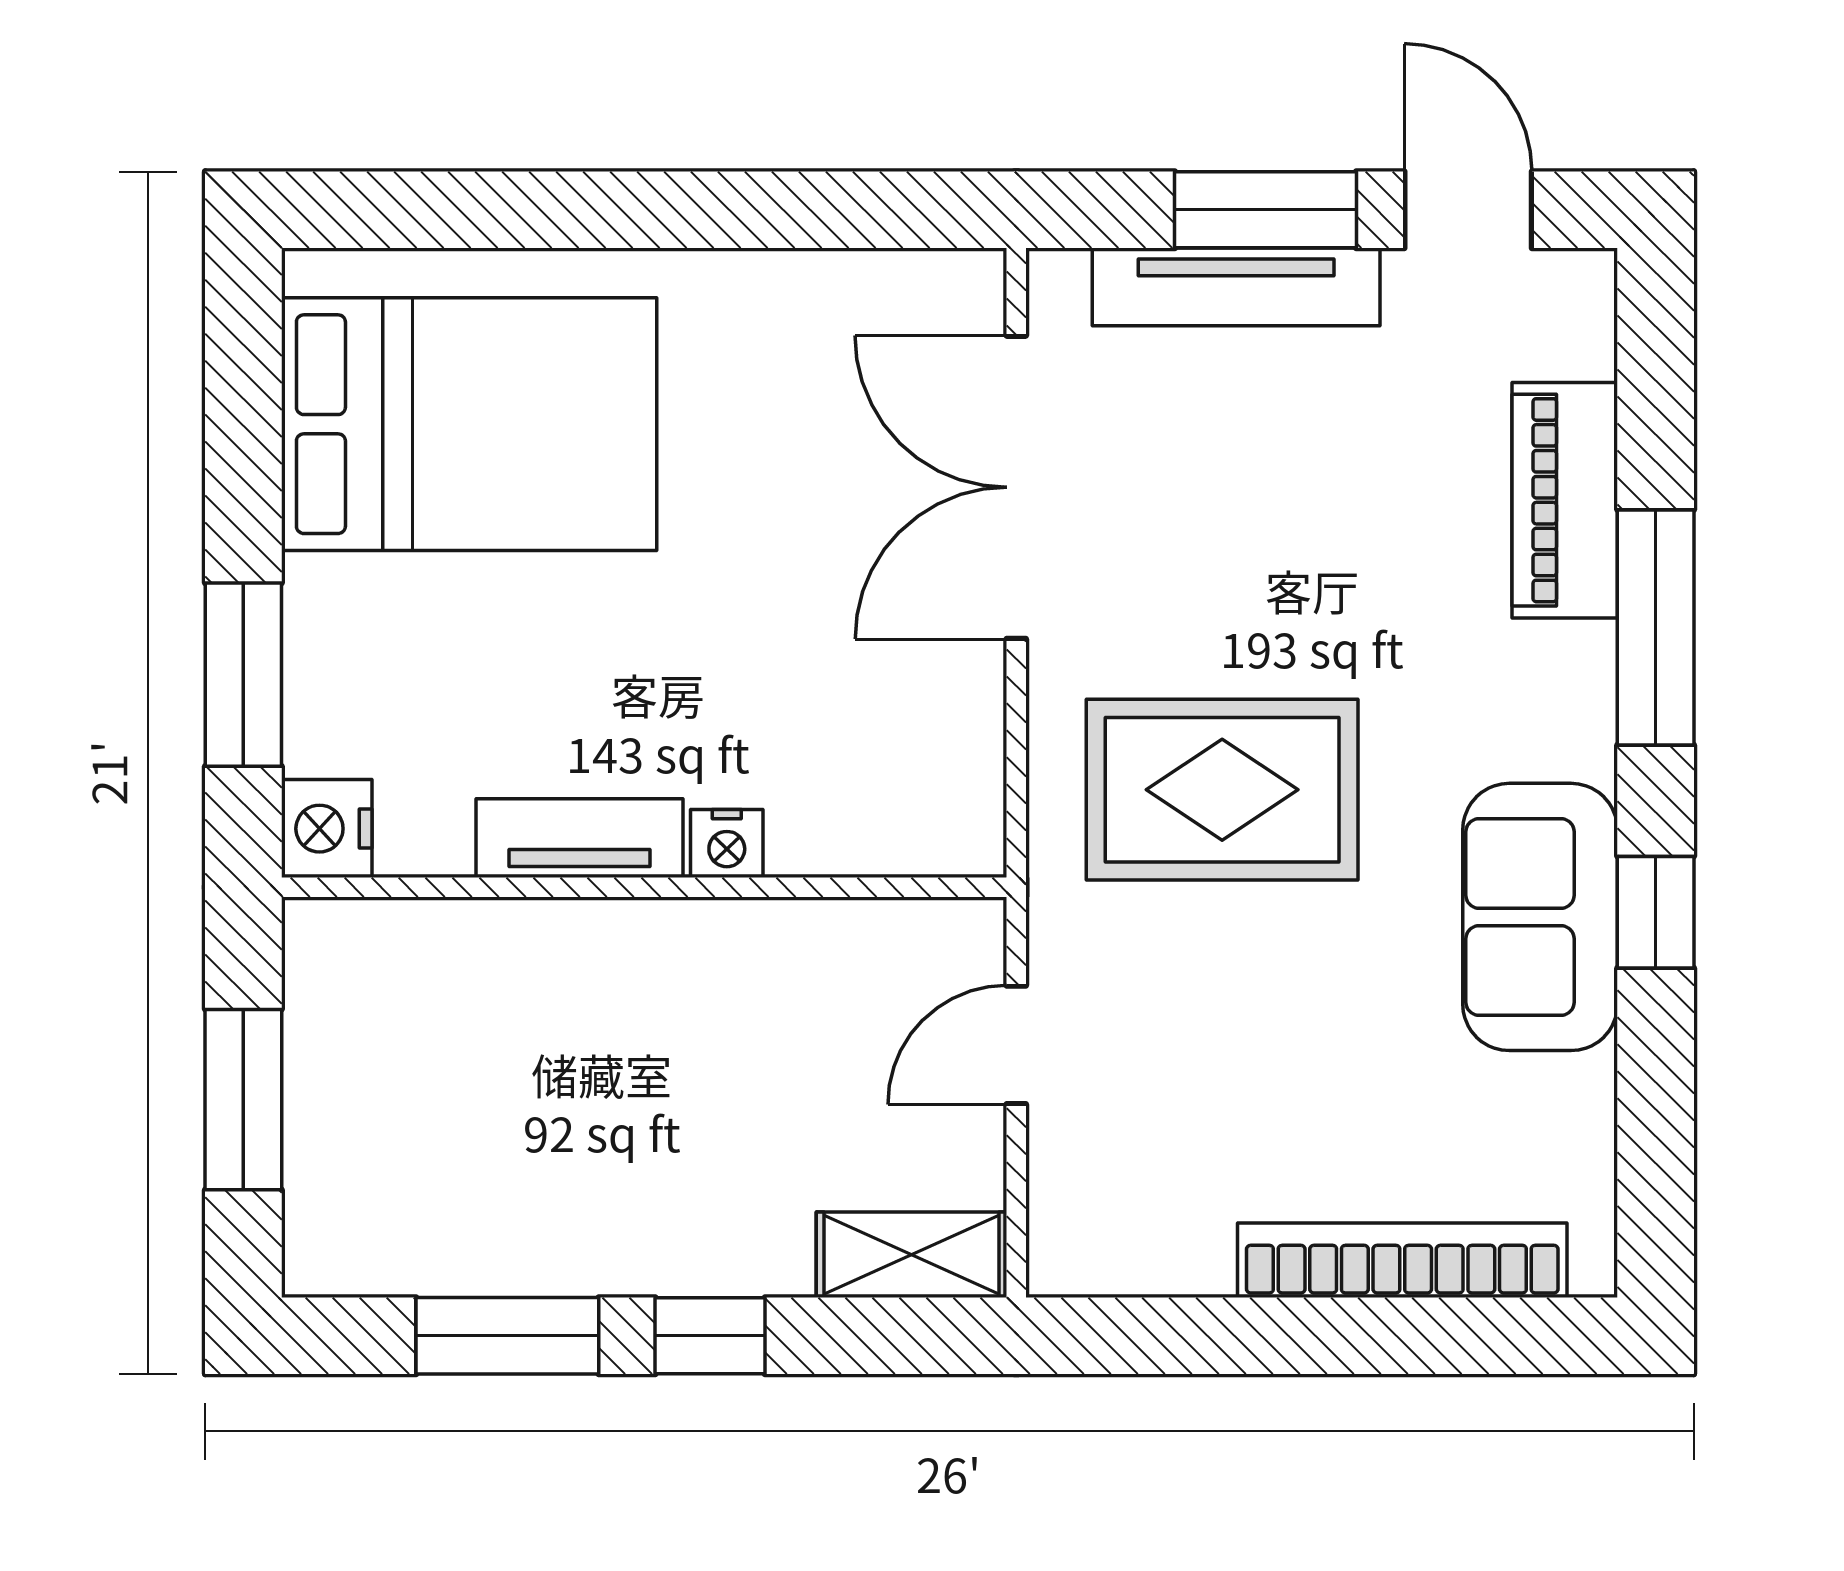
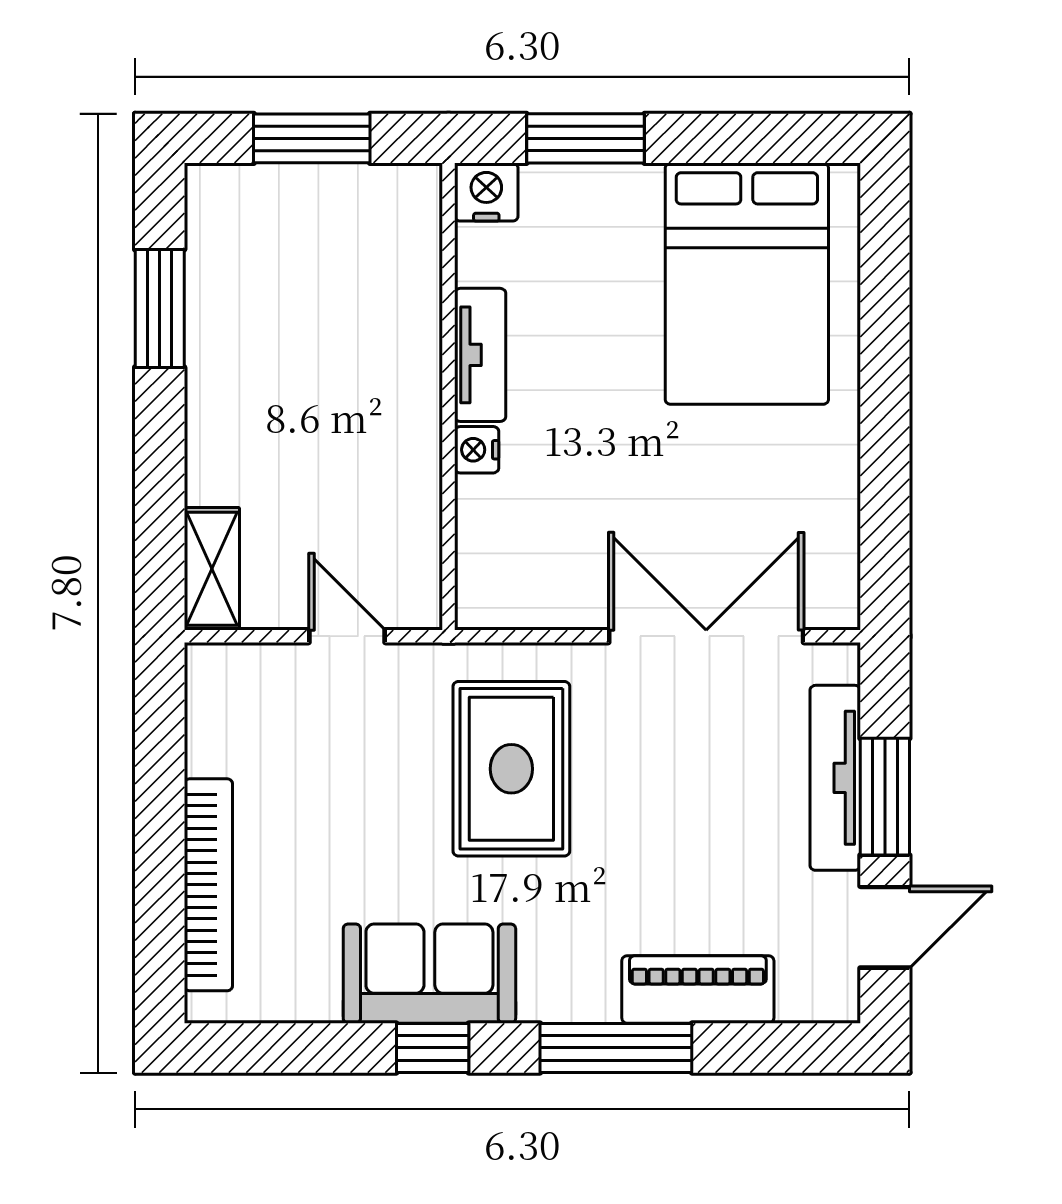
window: (710, 1336) -> (160, 439), removed

